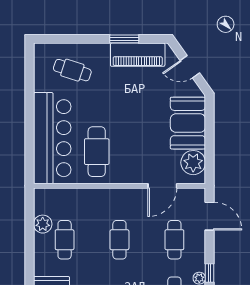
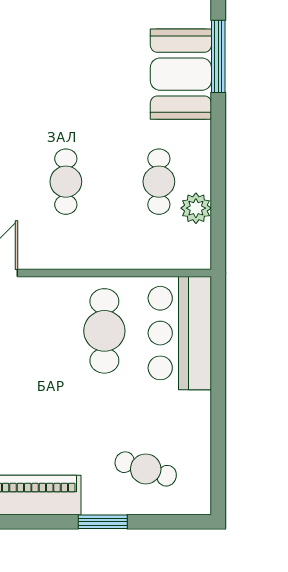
window: (124, 39) -> (103, 522), moved
bar counter: (52, 138) -> (180, 333), width x0.73

